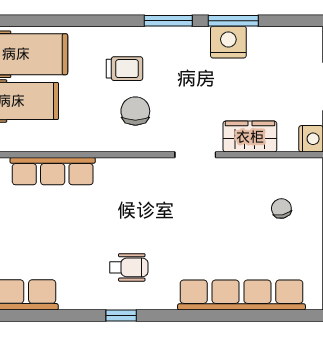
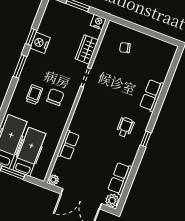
window: (233, 21) -> (31, 37), width x0.67
chair: (135, 111) -> (55, 97), turned 90
row of seats: (53, 171) -> (68, 145), width x0.68
row of seats: (241, 295) -> (152, 95), width x0.50

